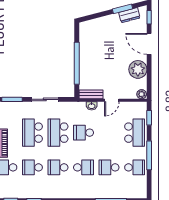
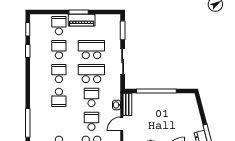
door: (112, 100) -> (122, 124), hinge flipped
school desk: (109, 167) -> (91, 121), moved

